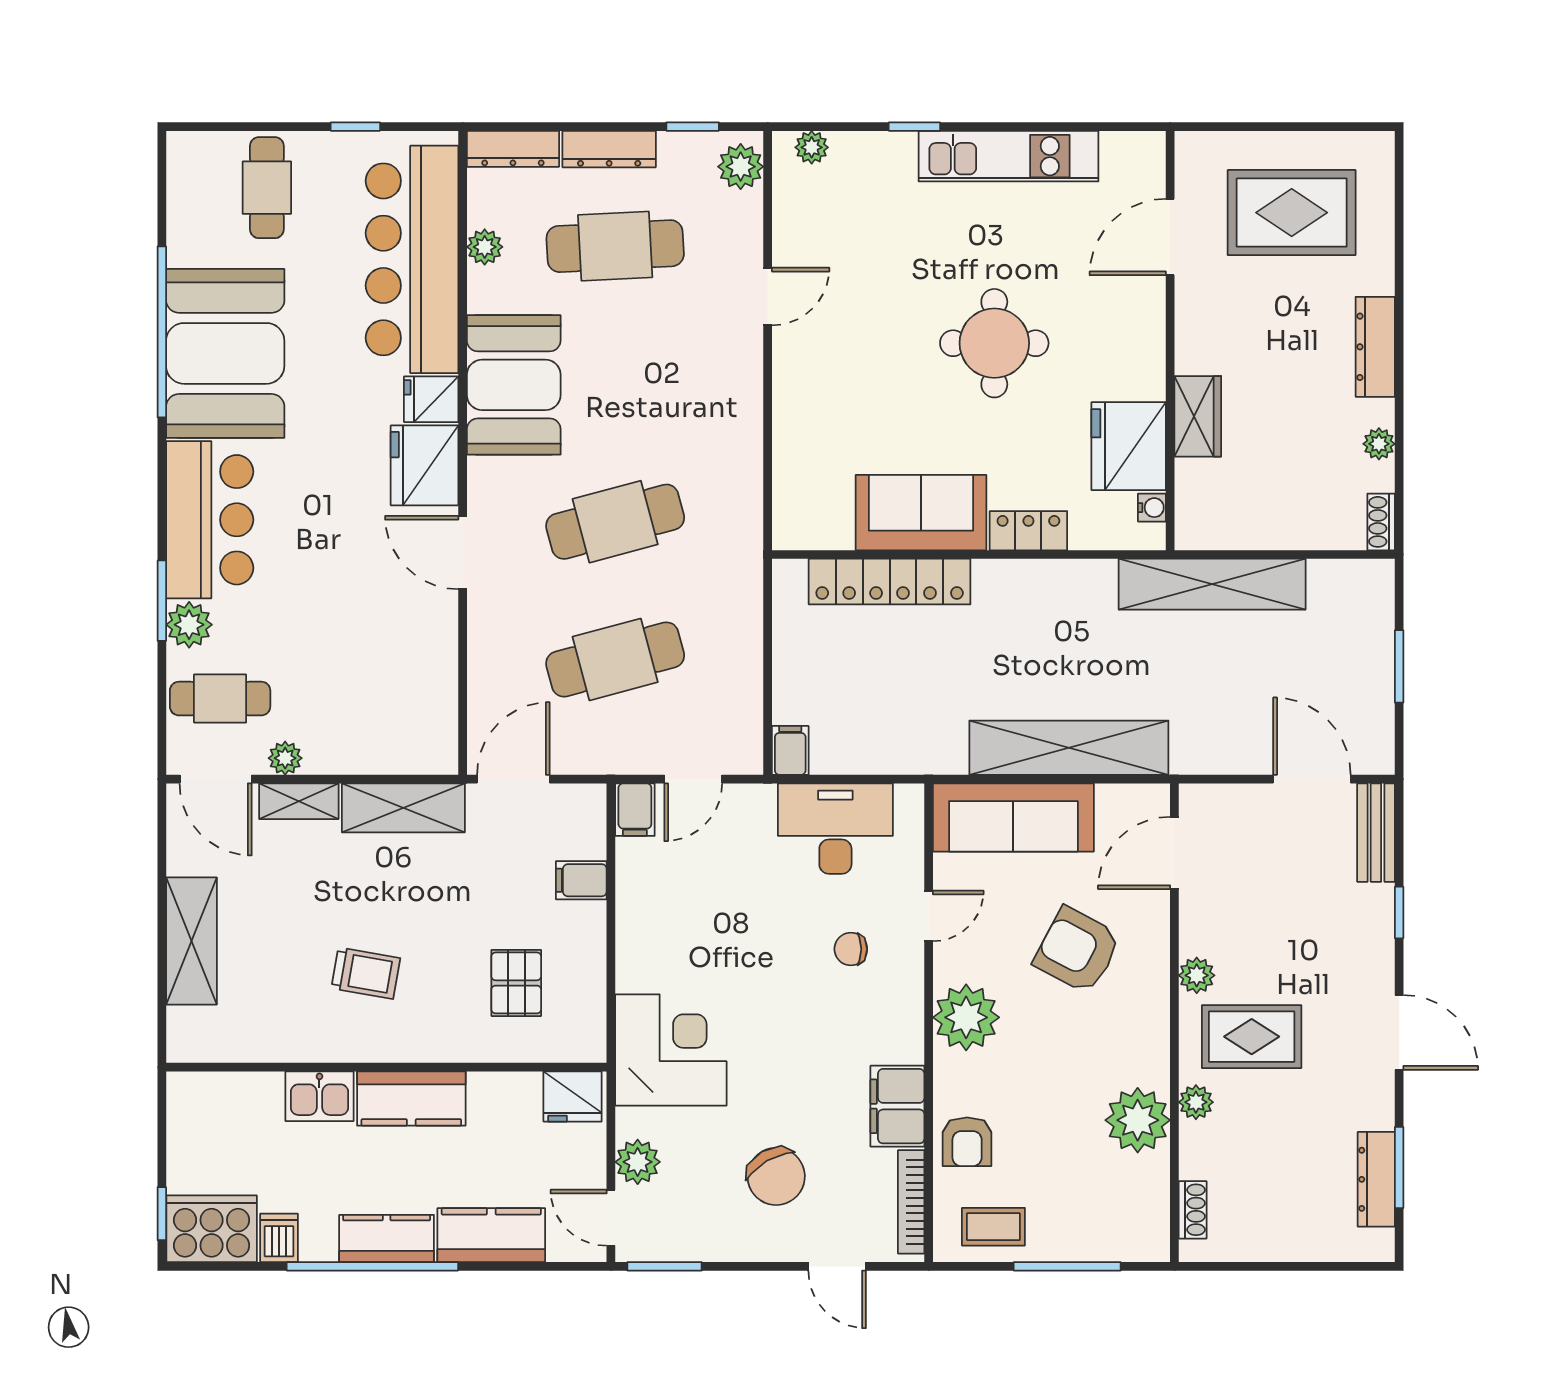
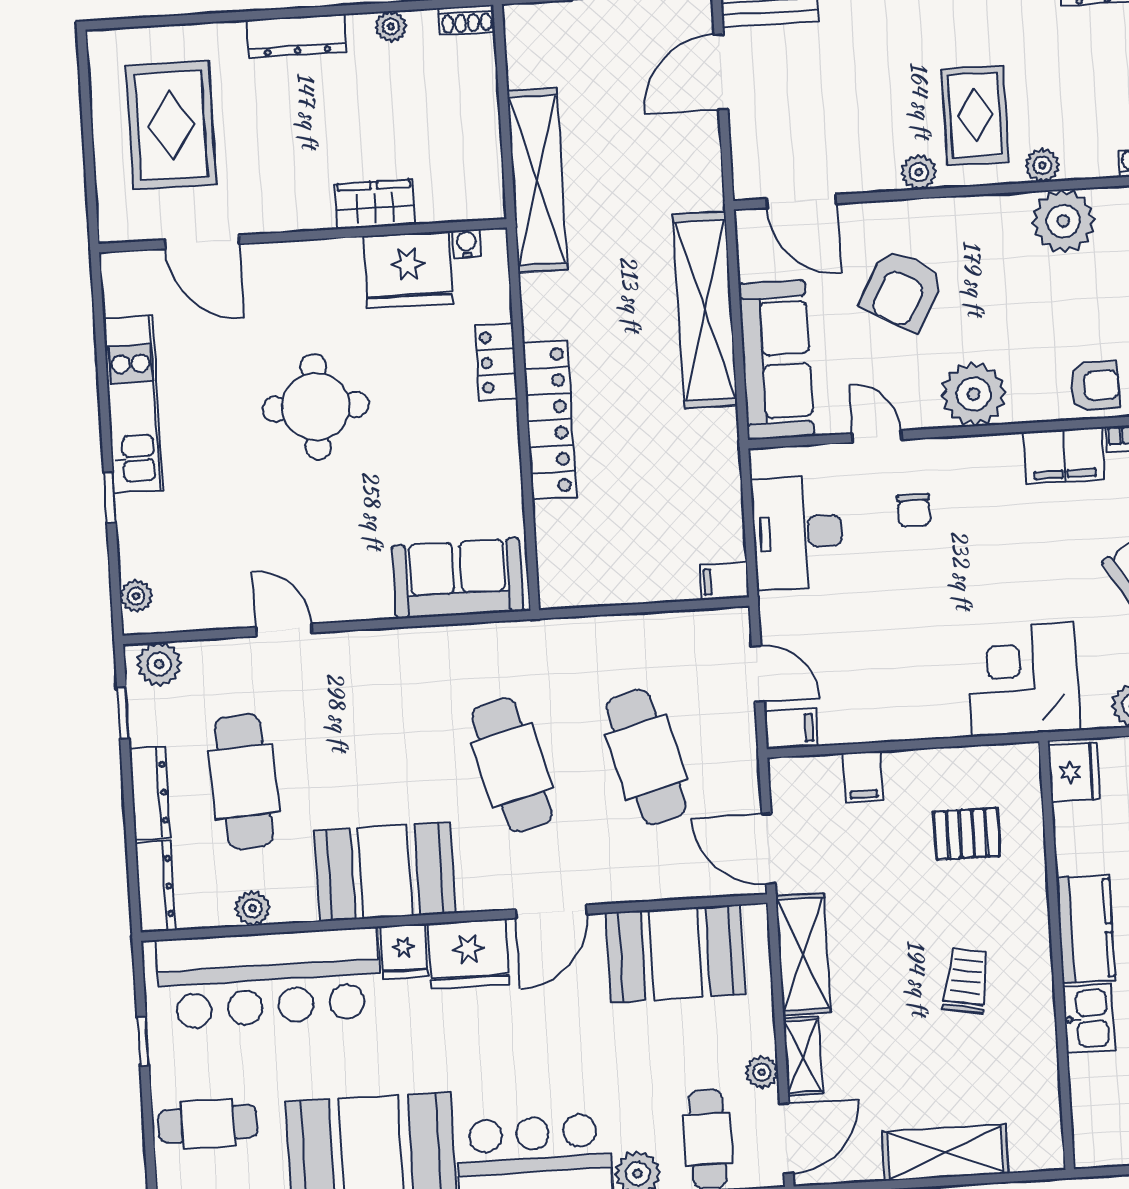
sofa: (921, 513) -> (458, 578), moved, turned 90
locker: (890, 582) -> (550, 420), moved
booth: (412, 677) -> (676, 953), added

